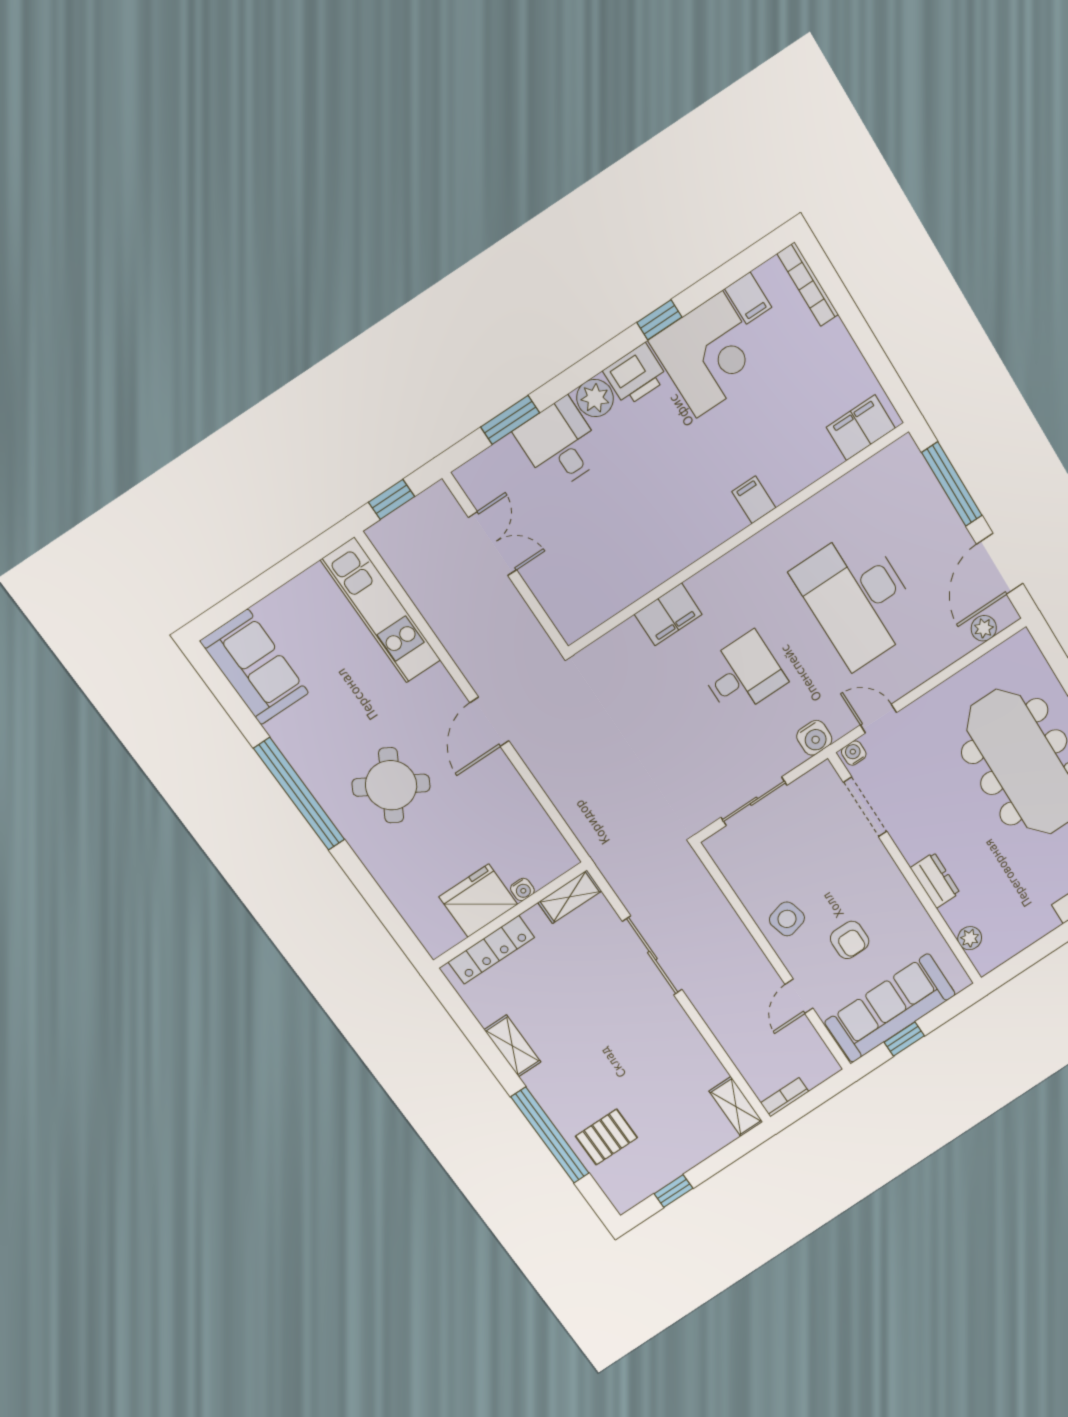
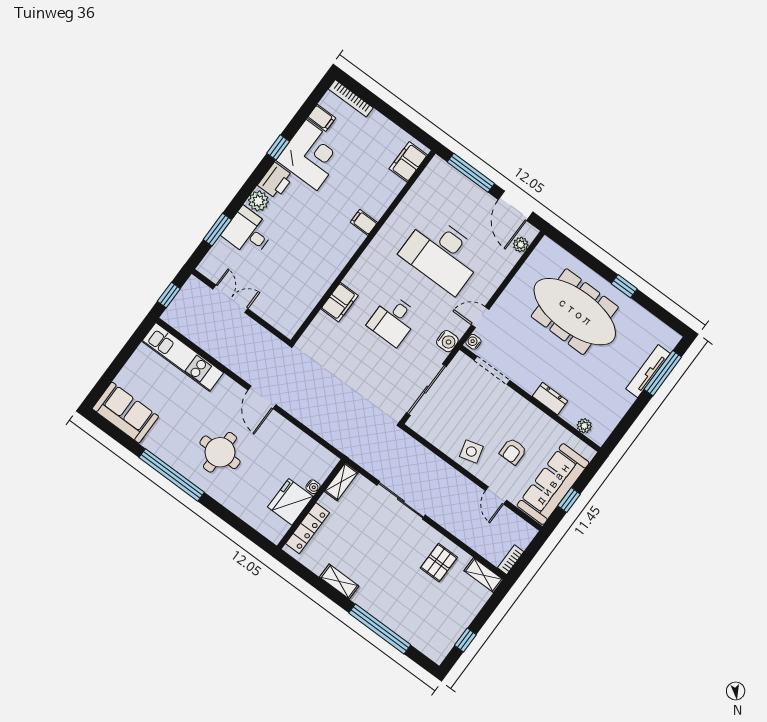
desk: (743, 674) -> (393, 320), turned 180
round table: (391, 785) -> (220, 452), turned -30
sliding door: (754, 801) -> (426, 390), width x1.37
armchair: (850, 940) -> (513, 451), turned 90
pallet: (606, 1137) -> (439, 563), moved

